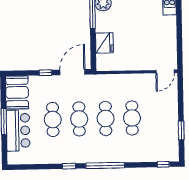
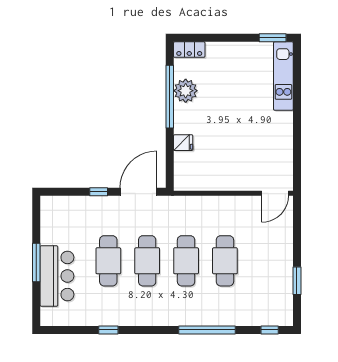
fridge: (104, 43) -> (183, 143), width x0.53, depth x0.75
booth: (17, 92) -> (57, 220), removed
window: (105, 165) -> (207, 330), moved
window: (69, 166) -> (108, 330), moved

